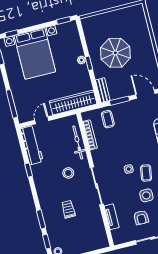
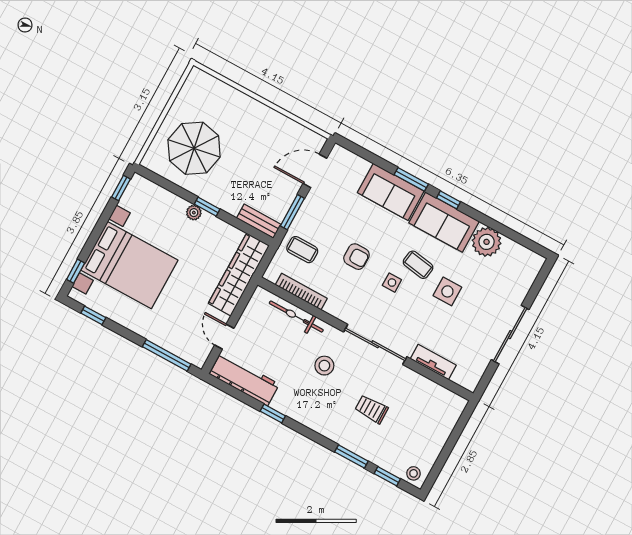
parasol: (115, 53) -> (194, 148), moved
armchair: (141, 218) -> (356, 257), moved

